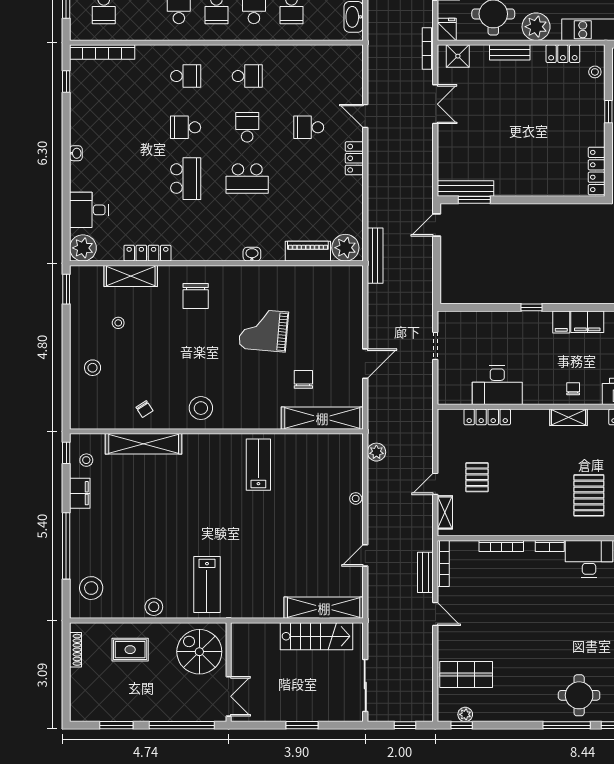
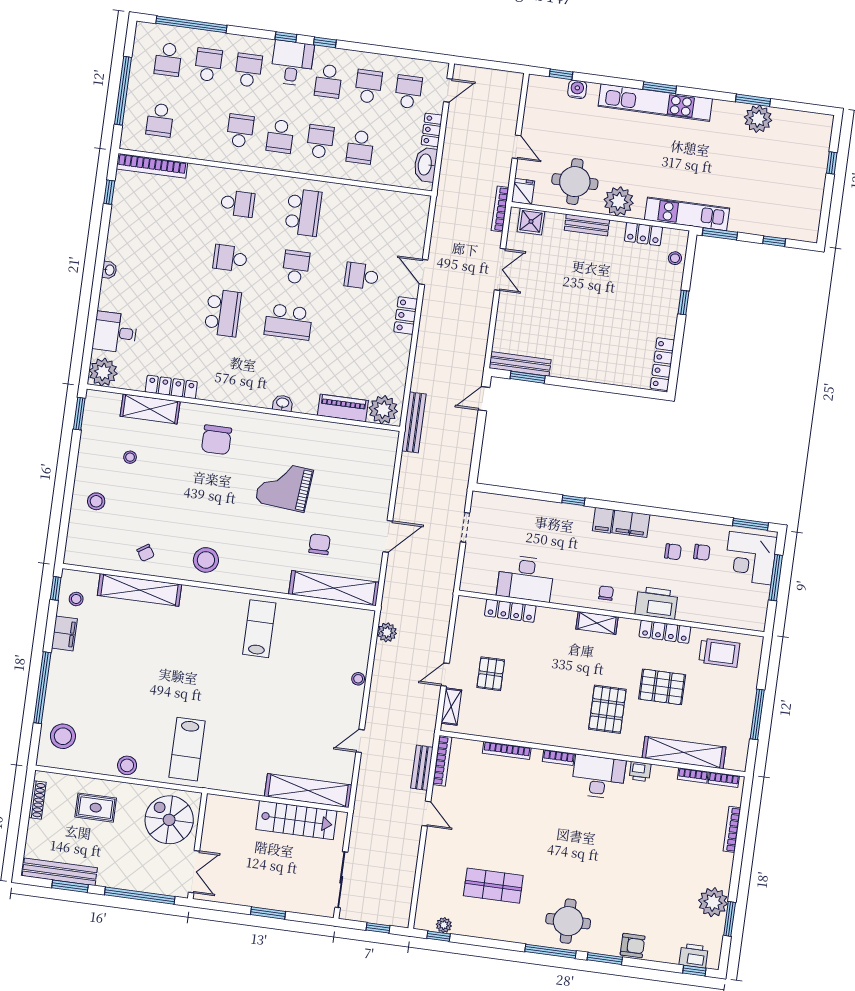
school desk: (247, 76) -> (303, 212), width x1.85
shop shelf: (466, 675) -> (493, 886), moved
bench: (105, 713) -> (60, 872), added

